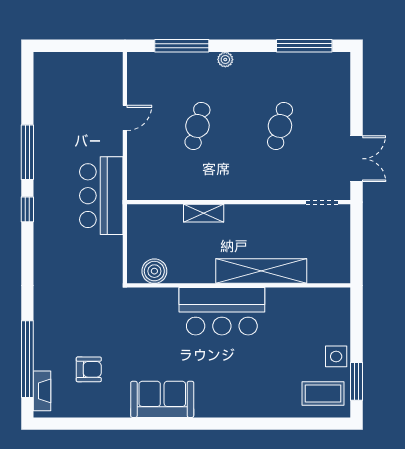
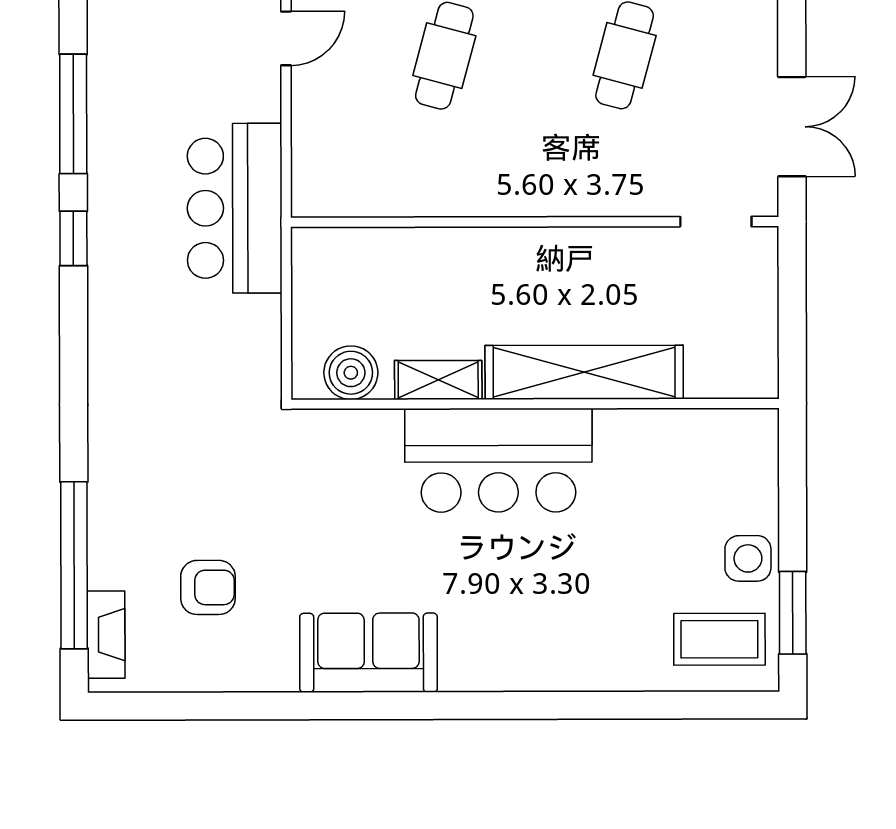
shelving: (204, 213) -> (438, 380), moved

